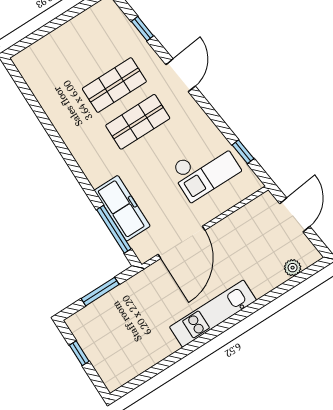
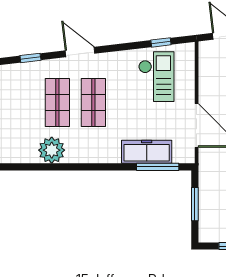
plant: (62, 110) -> (52, 150), added

